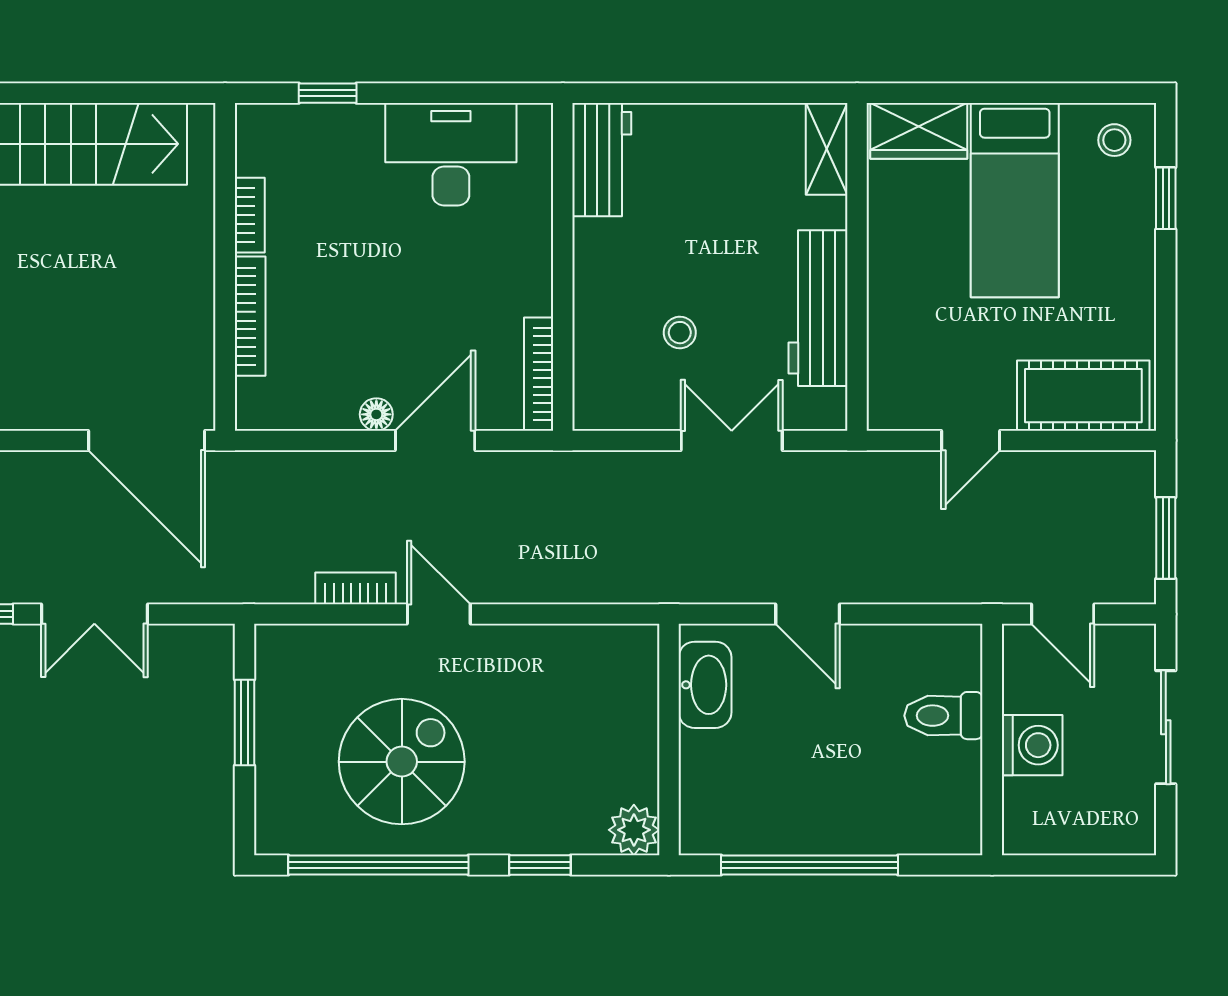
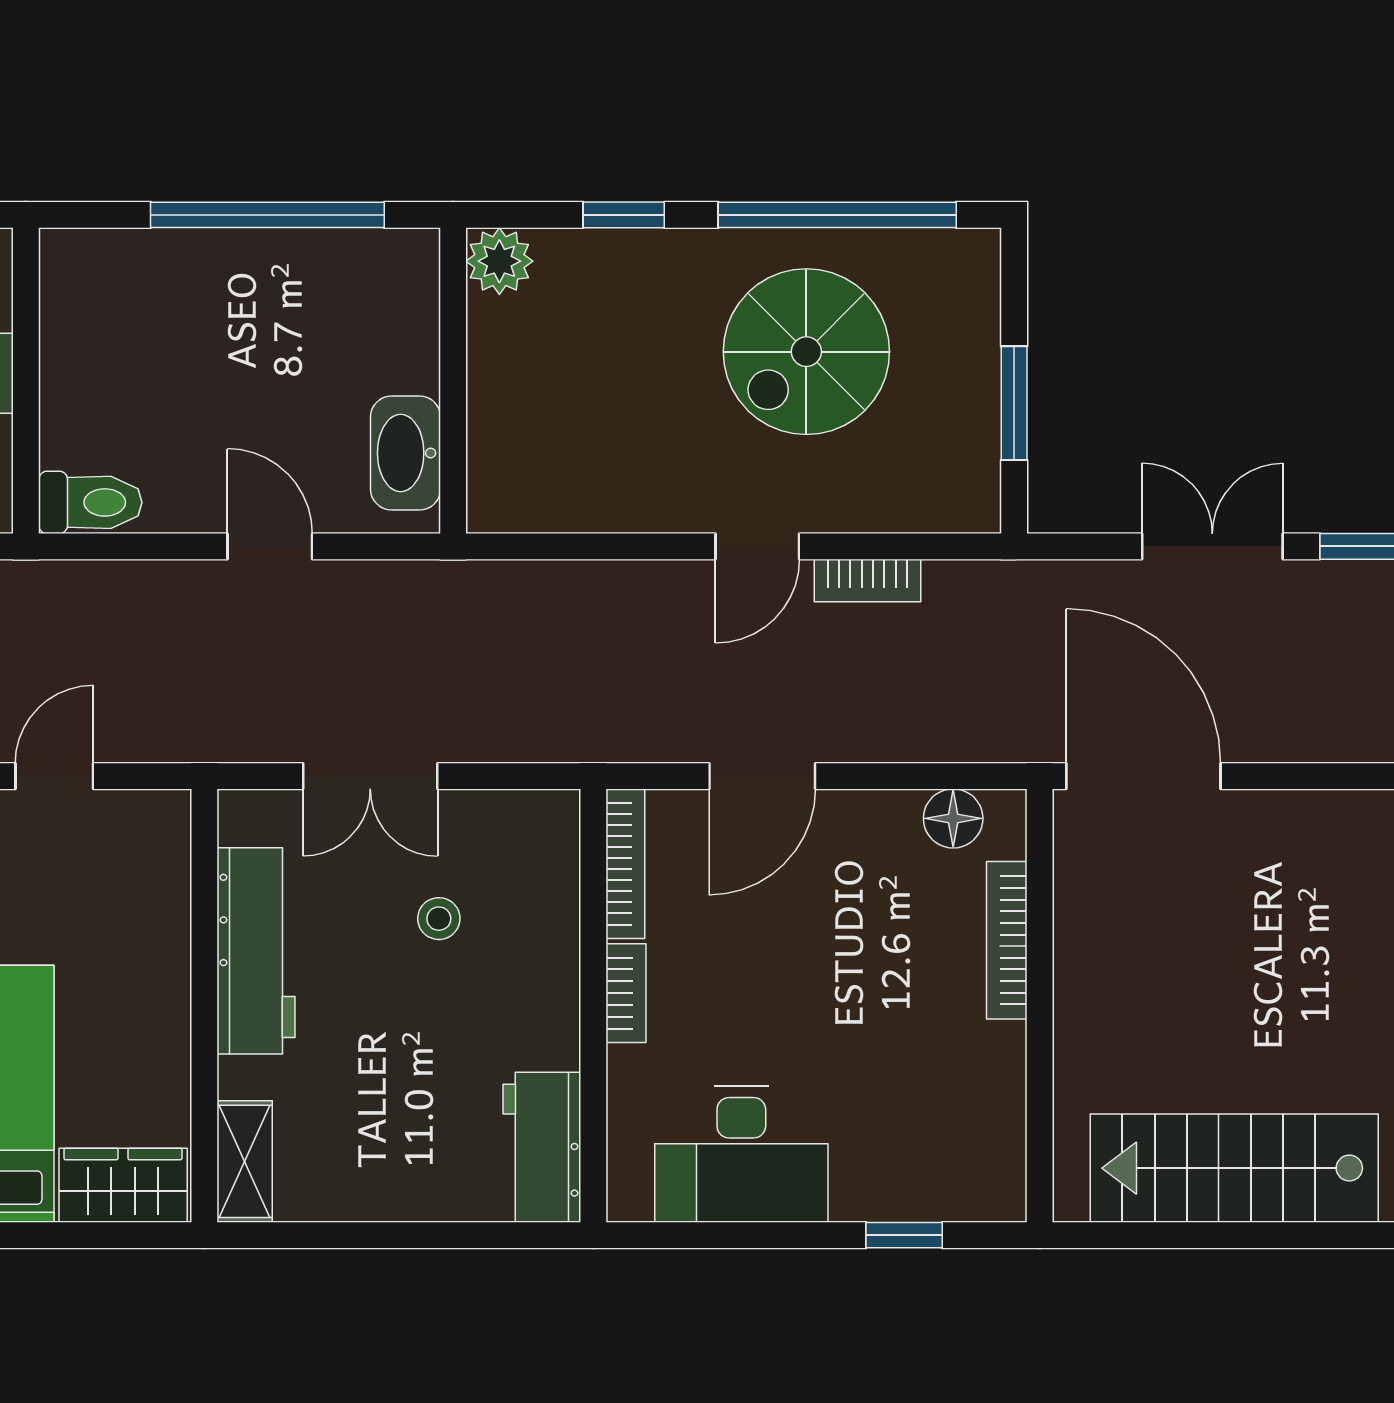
bookcase: (250, 215) -> (626, 993), moved, turned 180
floor lamp: (376, 414) -> (953, 818), moved, width x1.37, depth x1.37
door: (439, 614) -> (757, 546), hinge flipped
toilet: (943, 716) -> (90, 502), moved

